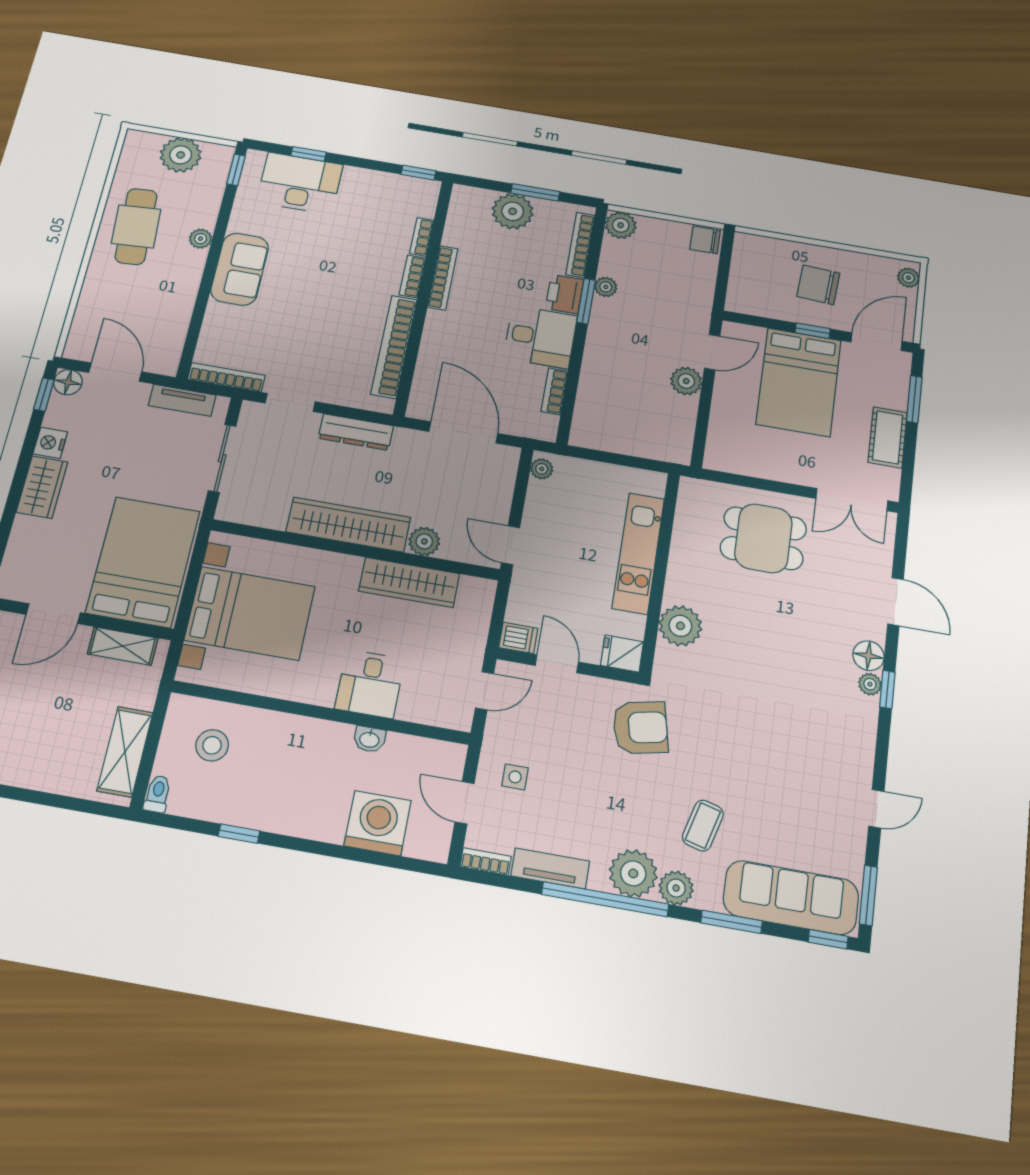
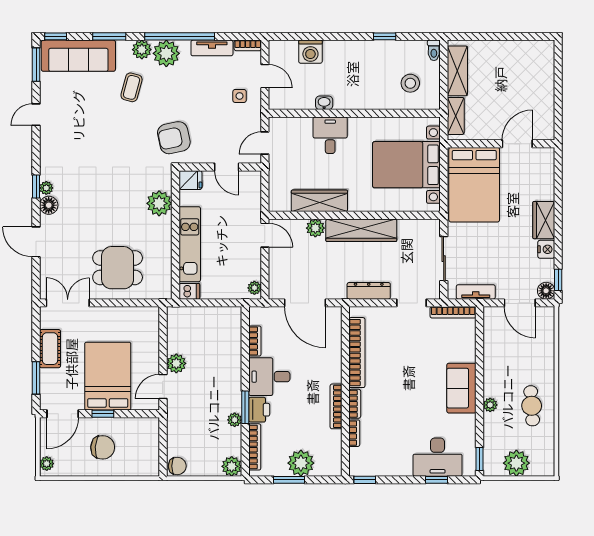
cafe table: (136, 226) -> (532, 406), width x0.73, depth x0.74
dishwasher: (518, 638) -> (189, 291), moved, turned 180
shelving: (123, 646) -> (456, 116), moved, turned 90
washing machine: (378, 823) -> (310, 52), width x0.73, depth x0.73

